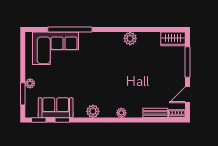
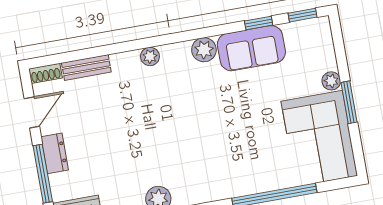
corner sofa: (56, 48) -> (319, 139), moved, turned -90
dresser: (180, 71) -> (55, 153), added
window: (23, 94) -> (349, 102), moved
sofa: (56, 108) -> (251, 48), moved

